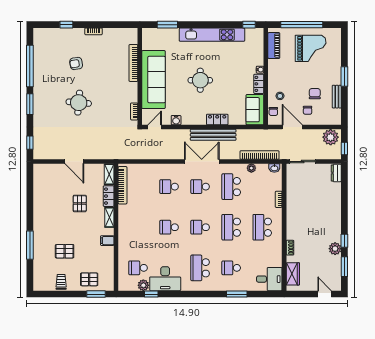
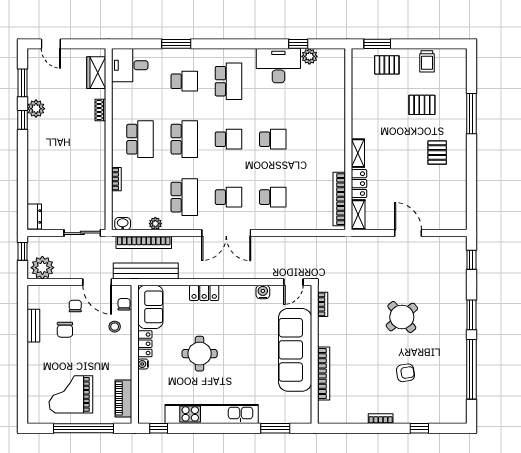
window: (344, 76) -> (23, 354), removed
round table: (200, 80) -> (200, 354), moved
round table: (79, 103) -> (402, 317), turned 45
bench: (213, 135) -> (146, 271), moved
pallet: (80, 203) -> (437, 153), moved
filing cabinet: (107, 241) -> (361, 120), removed
school desk: (138, 268) -> (317, 81), removed

